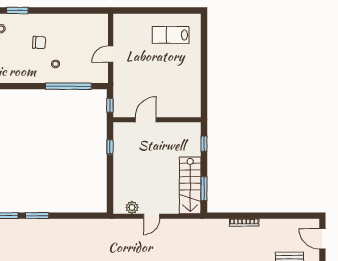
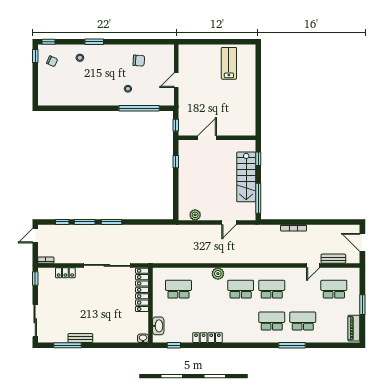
lab bench: (171, 35) -> (229, 63), turned 90
chair: (39, 43) -> (139, 61), moved
stairs: (190, 185) -> (246, 177), moved
window: (204, 189) -> (258, 198), width x1.44
door: (151, 216) -> (229, 223), moved

